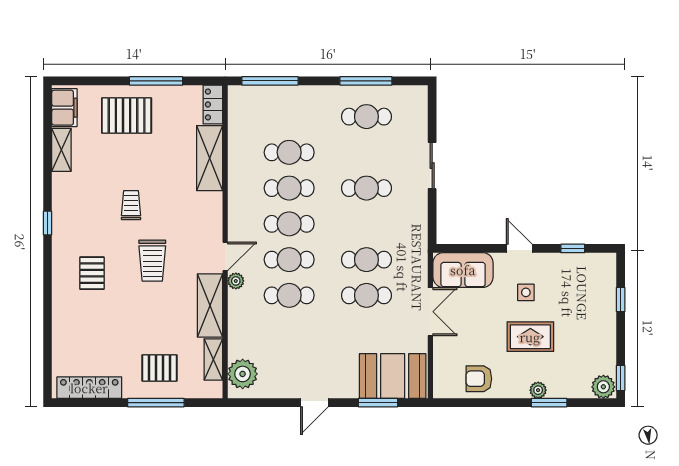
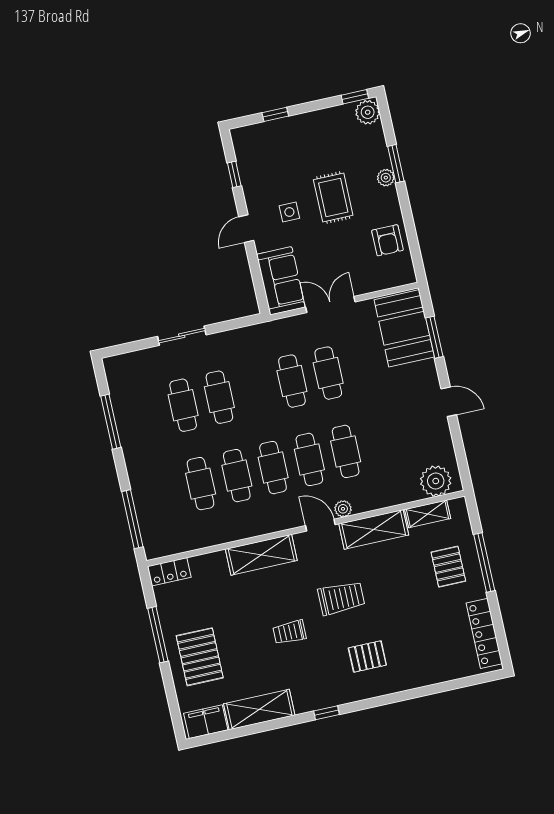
cafe table: (366, 117) -> (183, 405), moved
shelving: (61, 150) -> (259, 709), width x1.50, depth x1.33
shelving: (210, 158) -> (261, 555), moved

